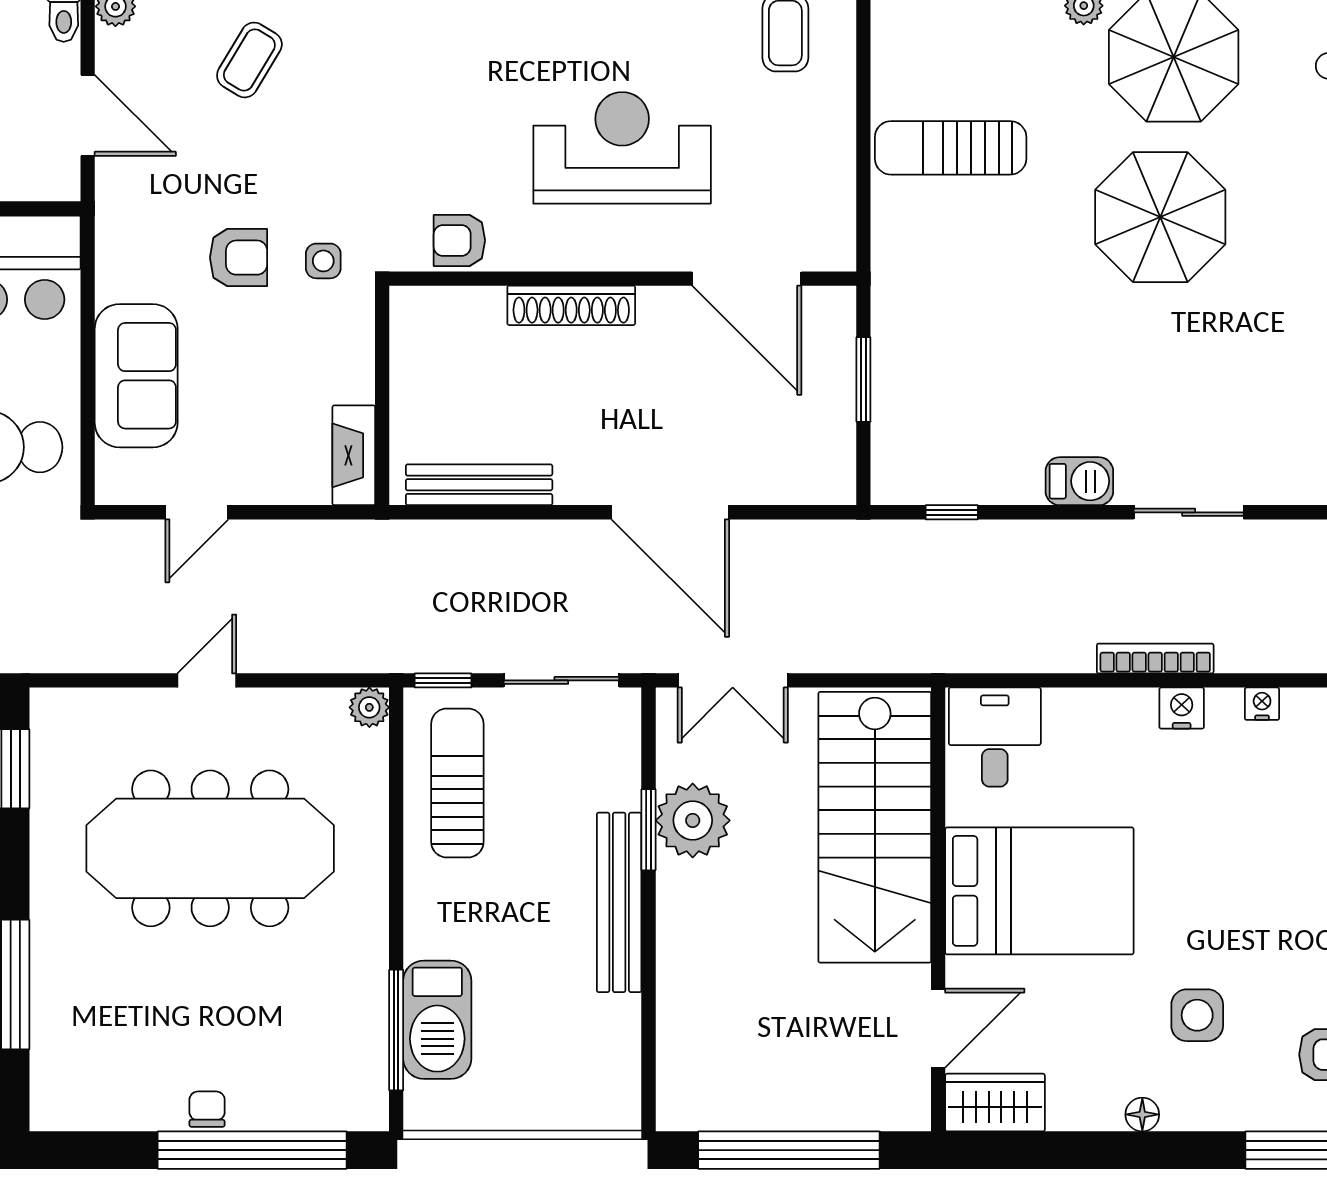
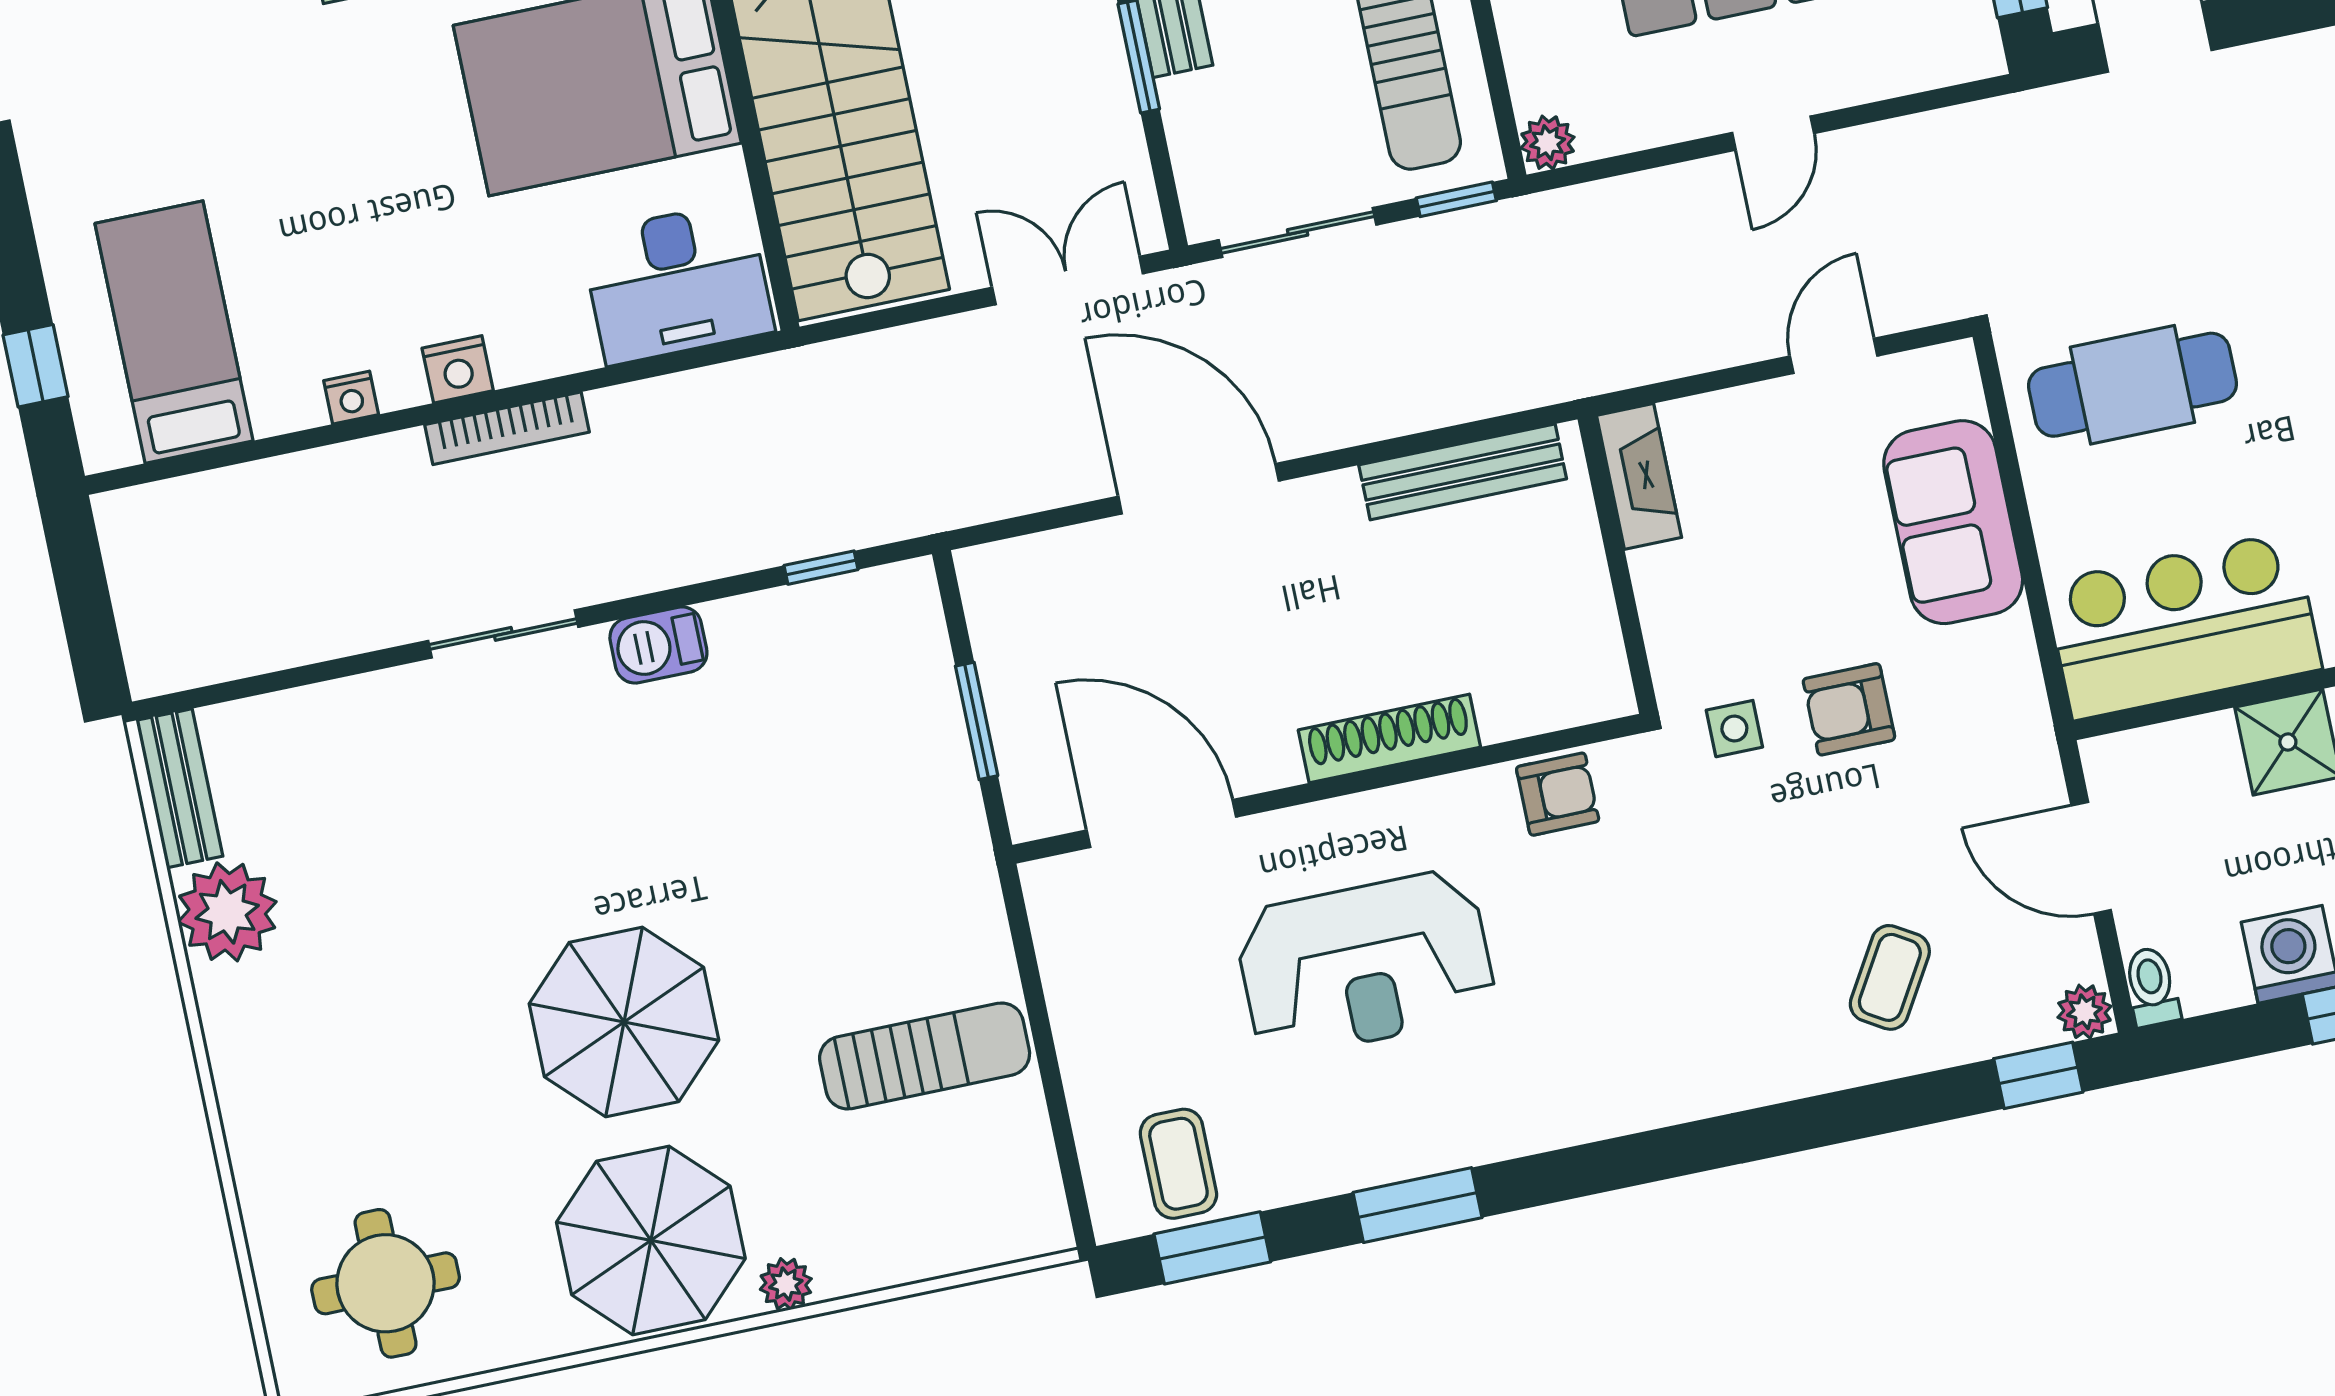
desk: (995, 737) -> (677, 283), width x1.37
plant: (693, 820) -> (1082, 82), removed

